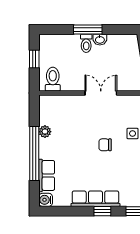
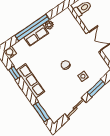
row of seats: (47, 175) -> (36, 35), moved
window: (102, 211) -> (15, 73), moved

